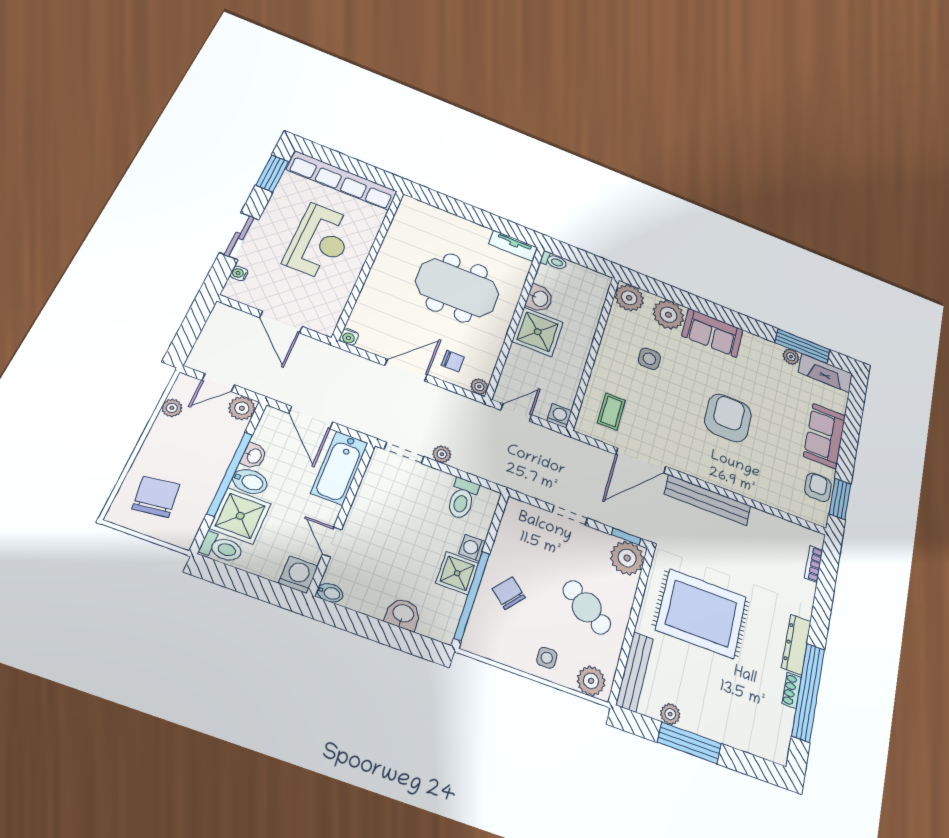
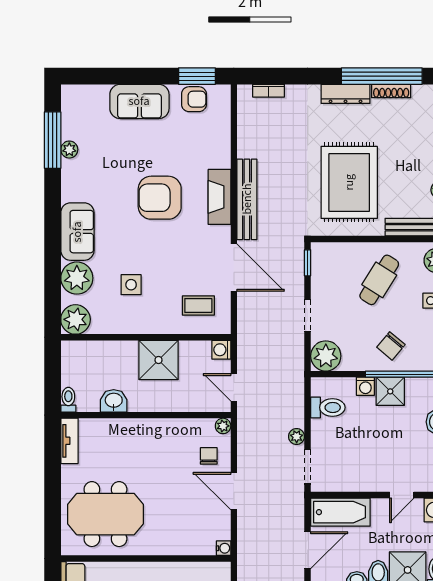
meeting table: (457, 288) -> (105, 514), moved, turned 90
shower: (538, 332) -> (159, 360), moved
fireplace: (825, 373) -> (219, 197), moved, turned 180
armchair: (818, 487) -> (194, 99), turned 180
plant: (627, 558) -> (326, 356), moved
shoe rack: (792, 690) -> (391, 91), width x1.43

